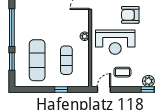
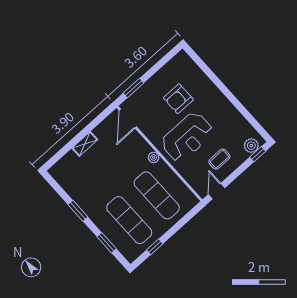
window: (12, 28) -> (78, 211), width x0.47
exercise mat: (66, 60) -> (157, 195), width x1.36, depth x1.45
window: (61, 89) -> (155, 247), moved

